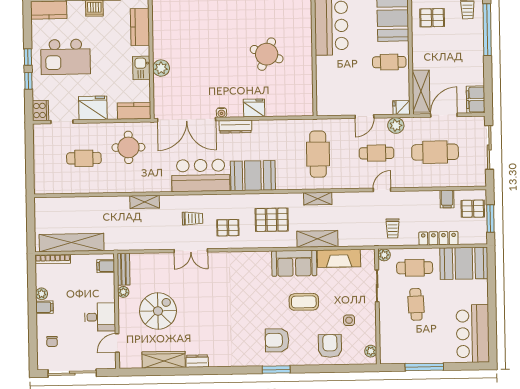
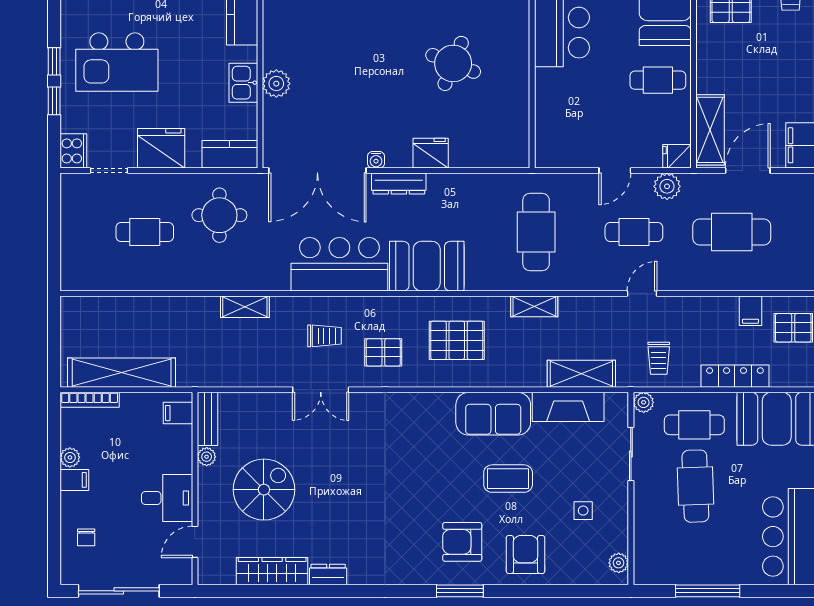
shelving: (317, 239) -> (581, 374), moved
cafe table: (416, 304) -> (695, 486), width x1.37, depth x1.35
armchair: (330, 346) -> (525, 554), moved

